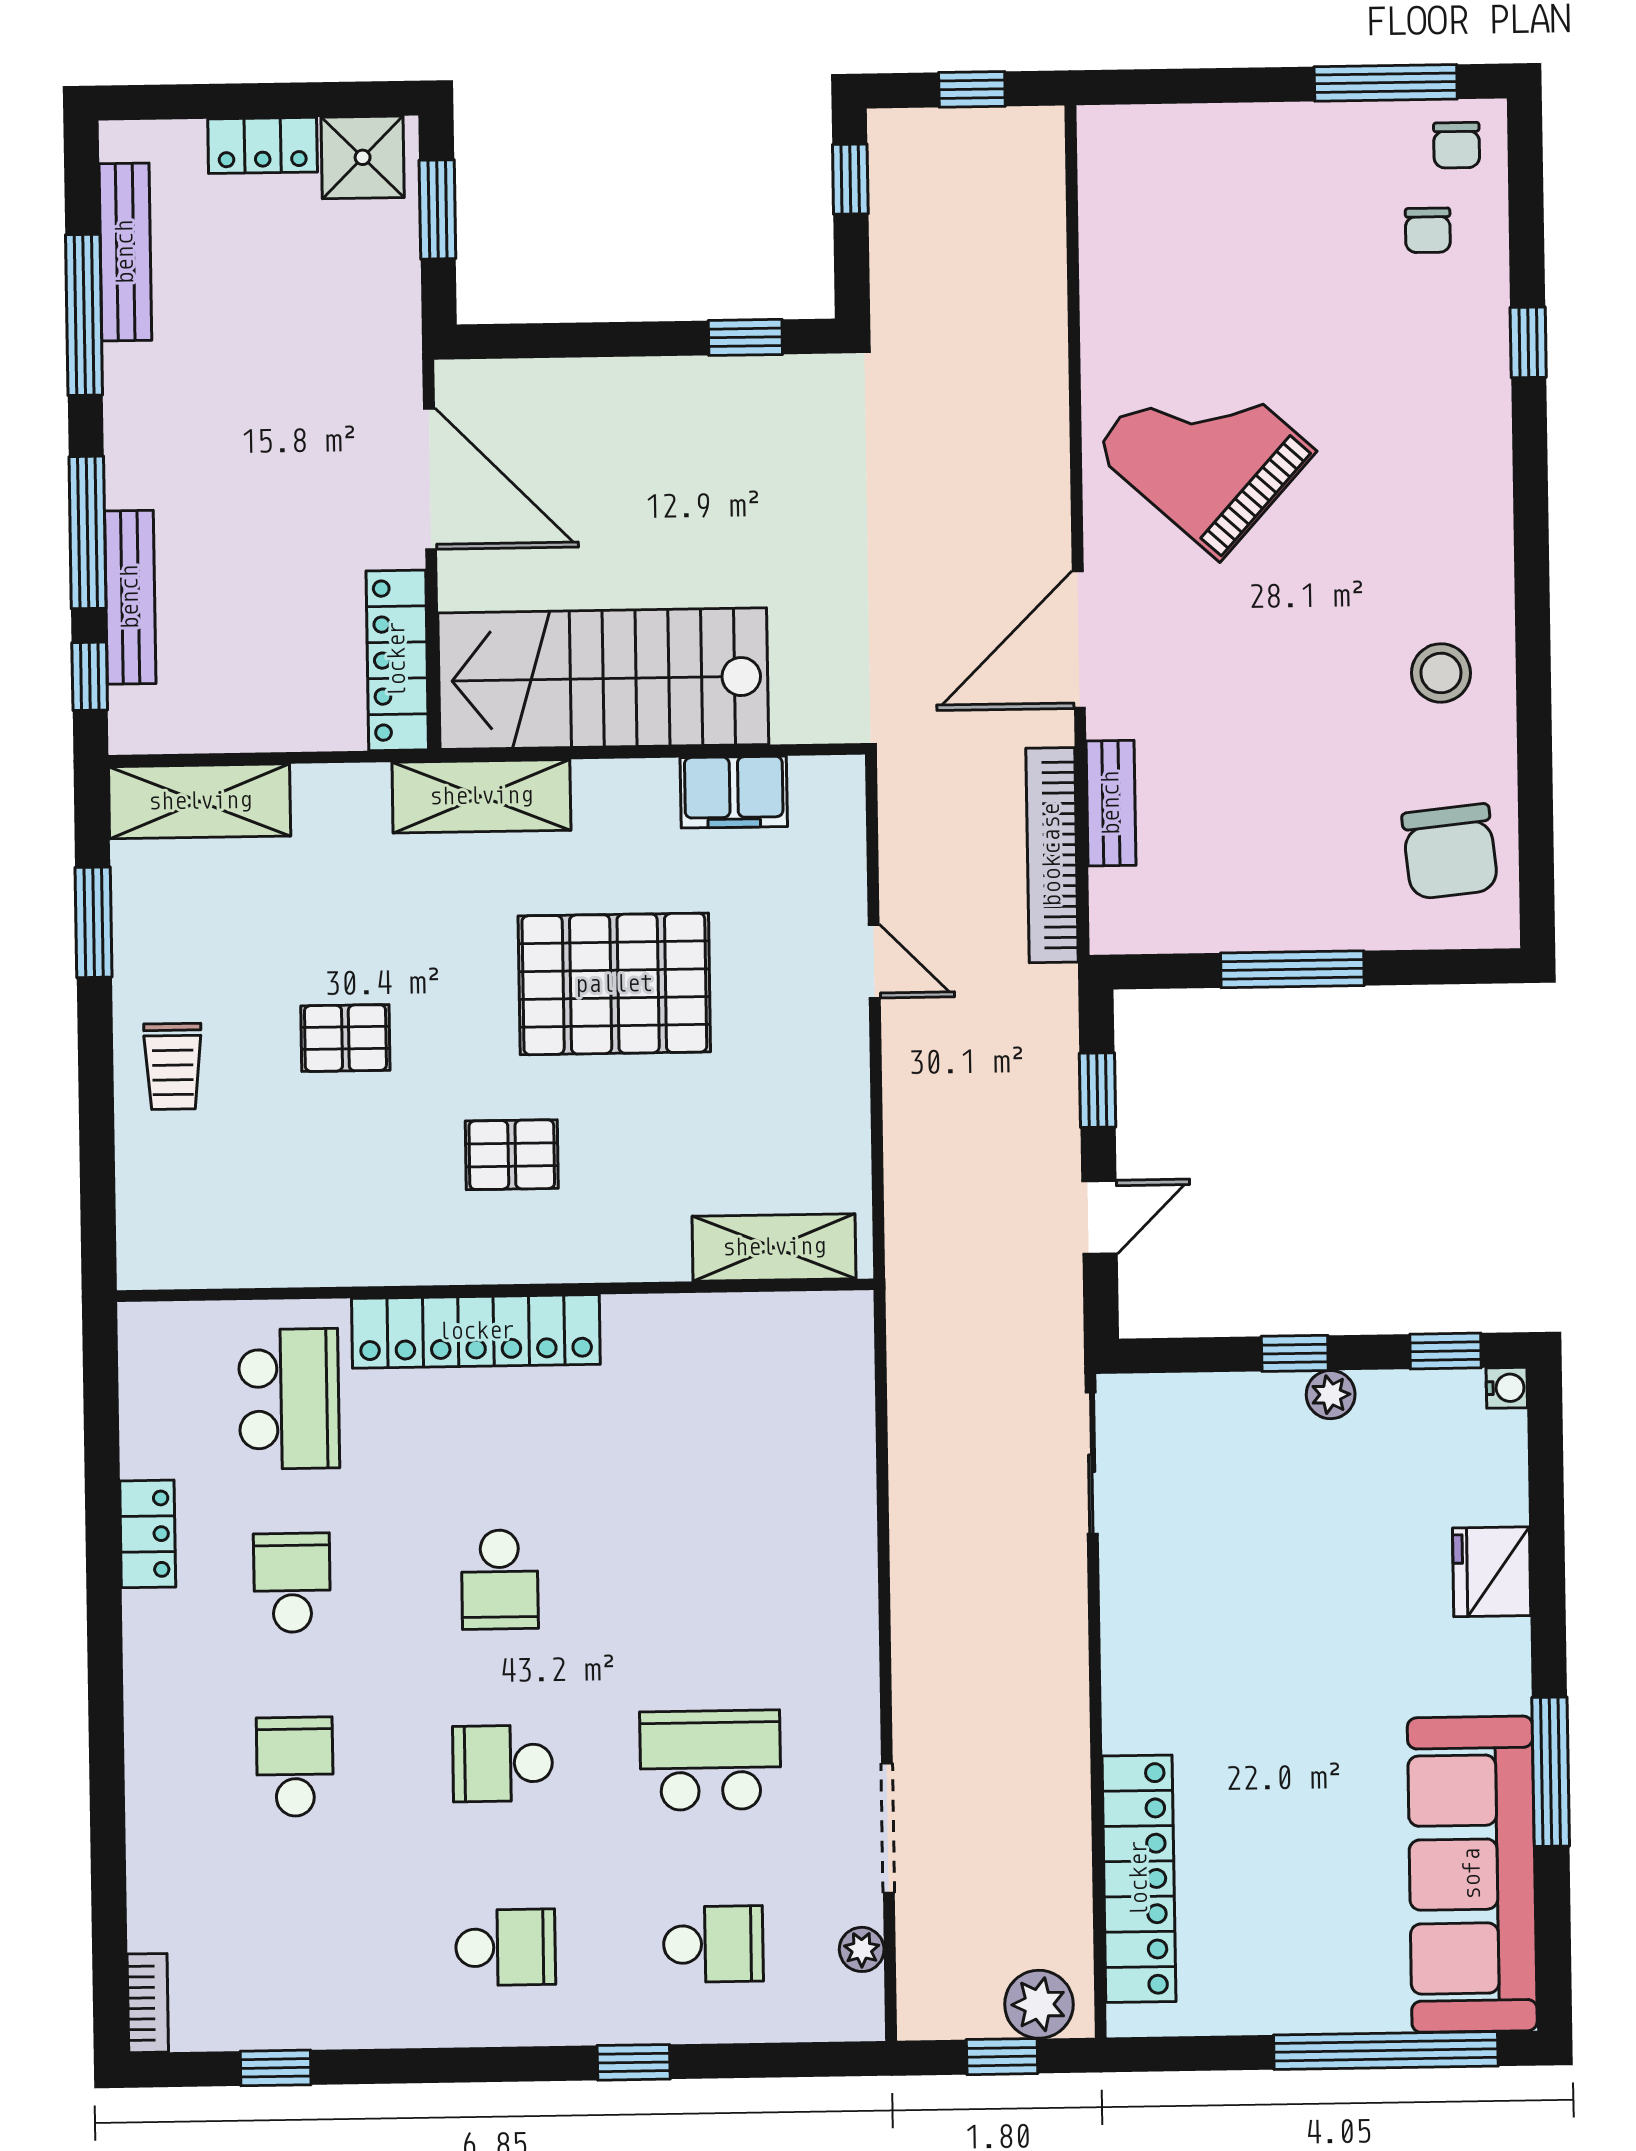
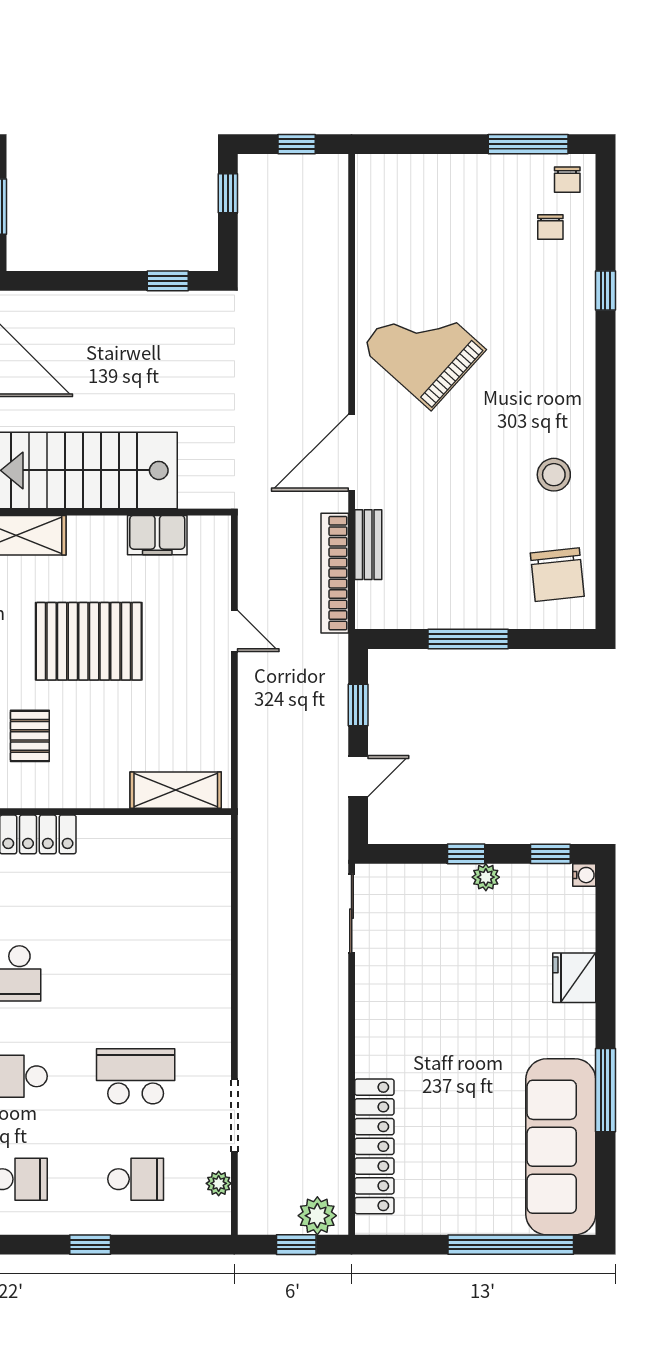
pallet: (512, 1155) -> (30, 736), turned 90

